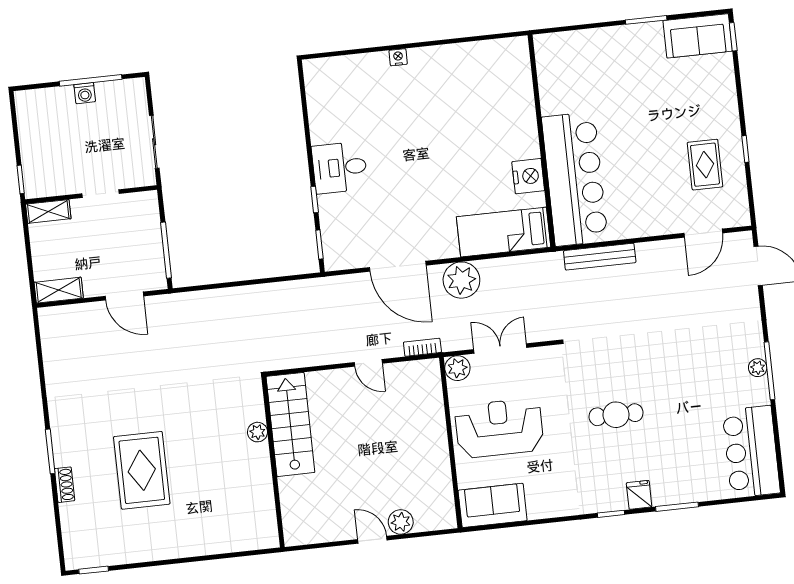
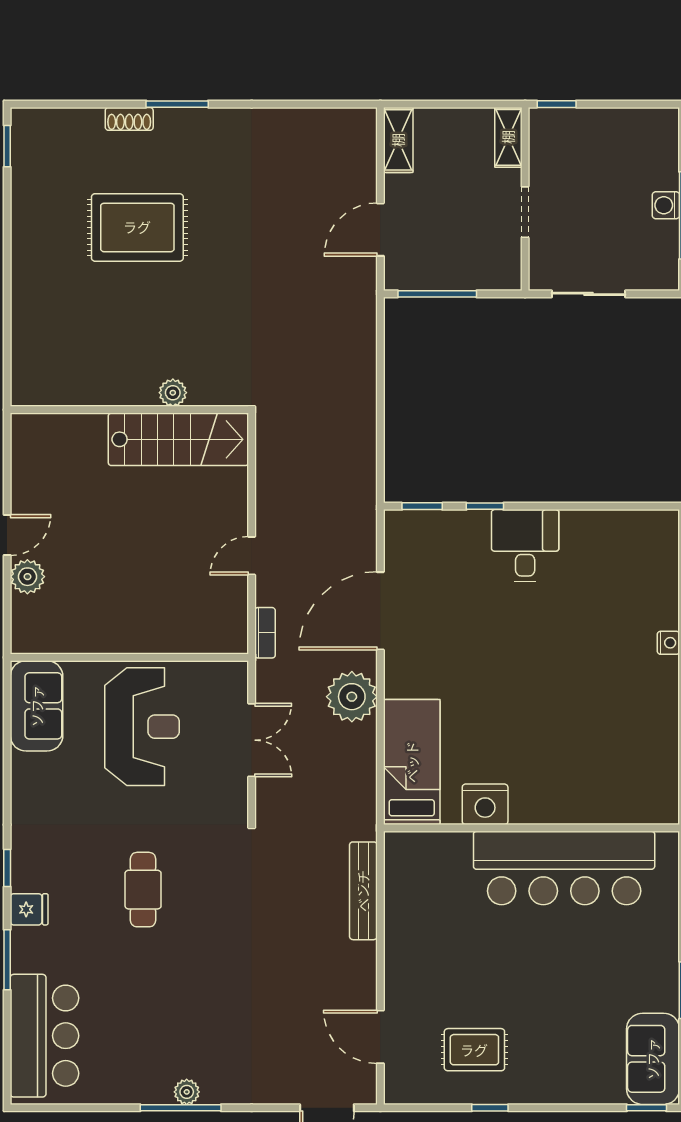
bar counter: (575, 179) -> (564, 868), moved
plant: (457, 368) -> (231, 678), removed
bar counter: (751, 452) -> (44, 1036), moved, turned 90

